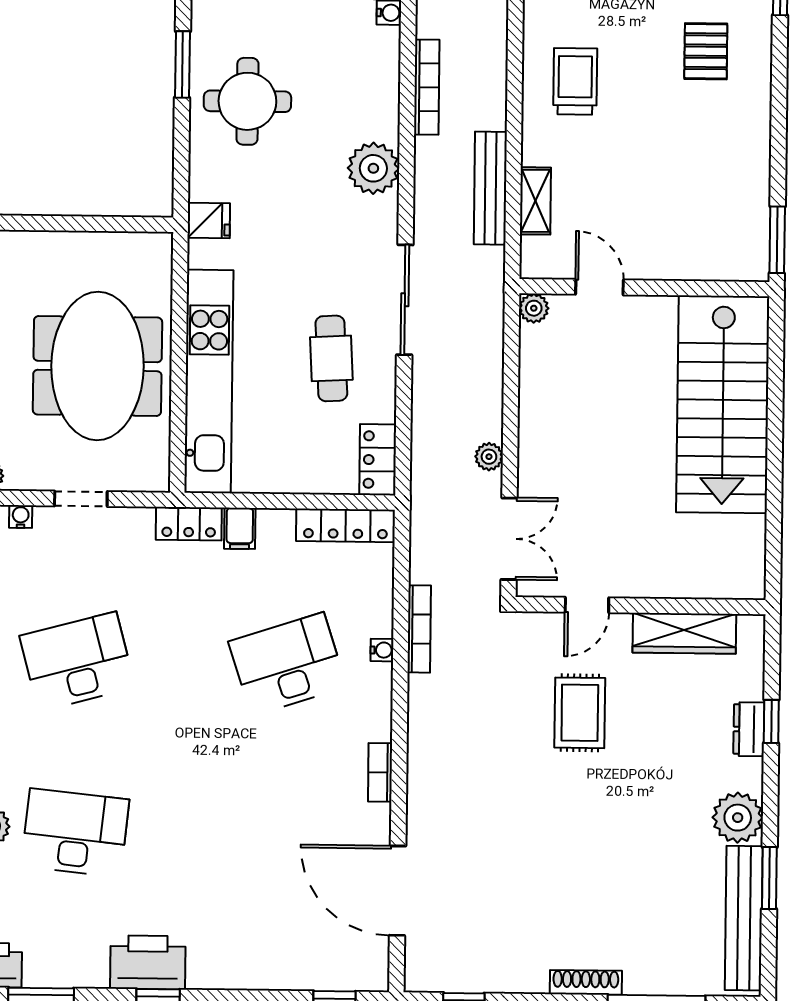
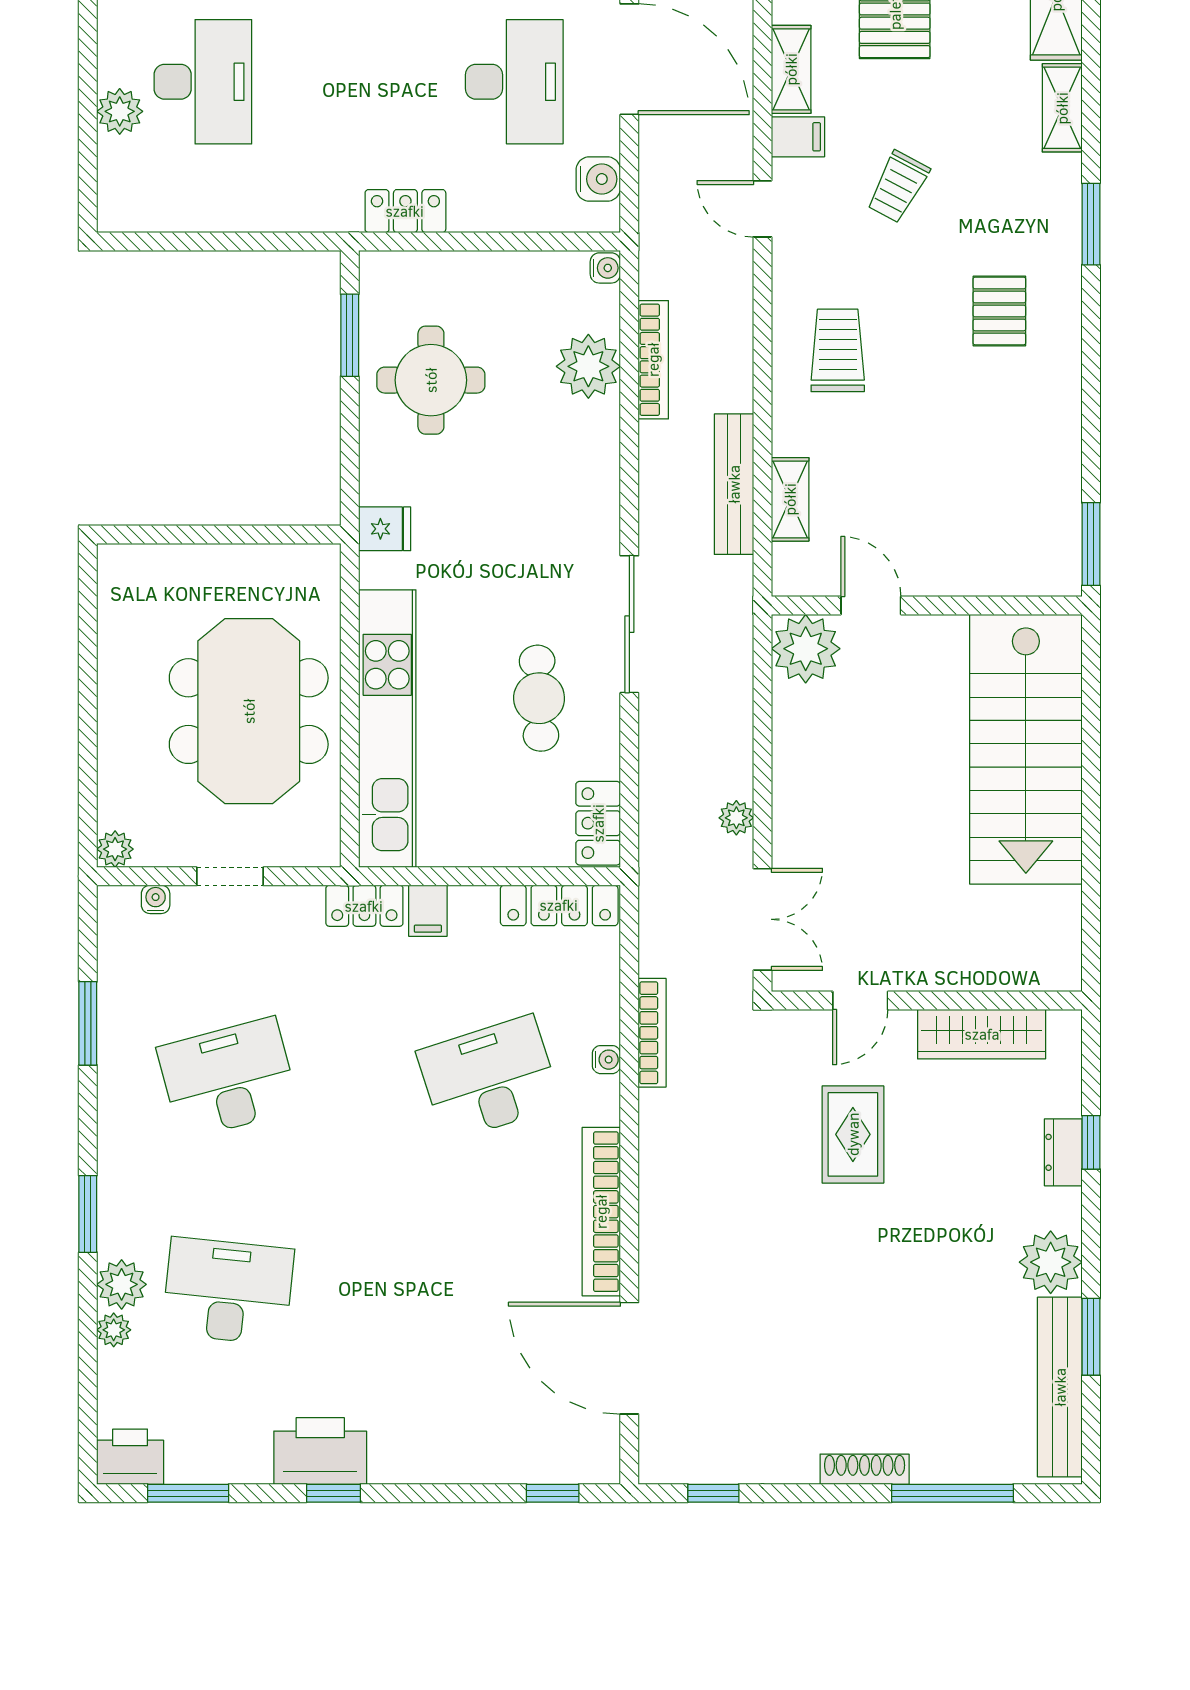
plant: (373, 168) -> (588, 366), moved
plant: (534, 308) -> (806, 649), width x1.88, depth x1.88
bookcase: (380, 772) -> (601, 1212), width x2.31, depth x1.31

